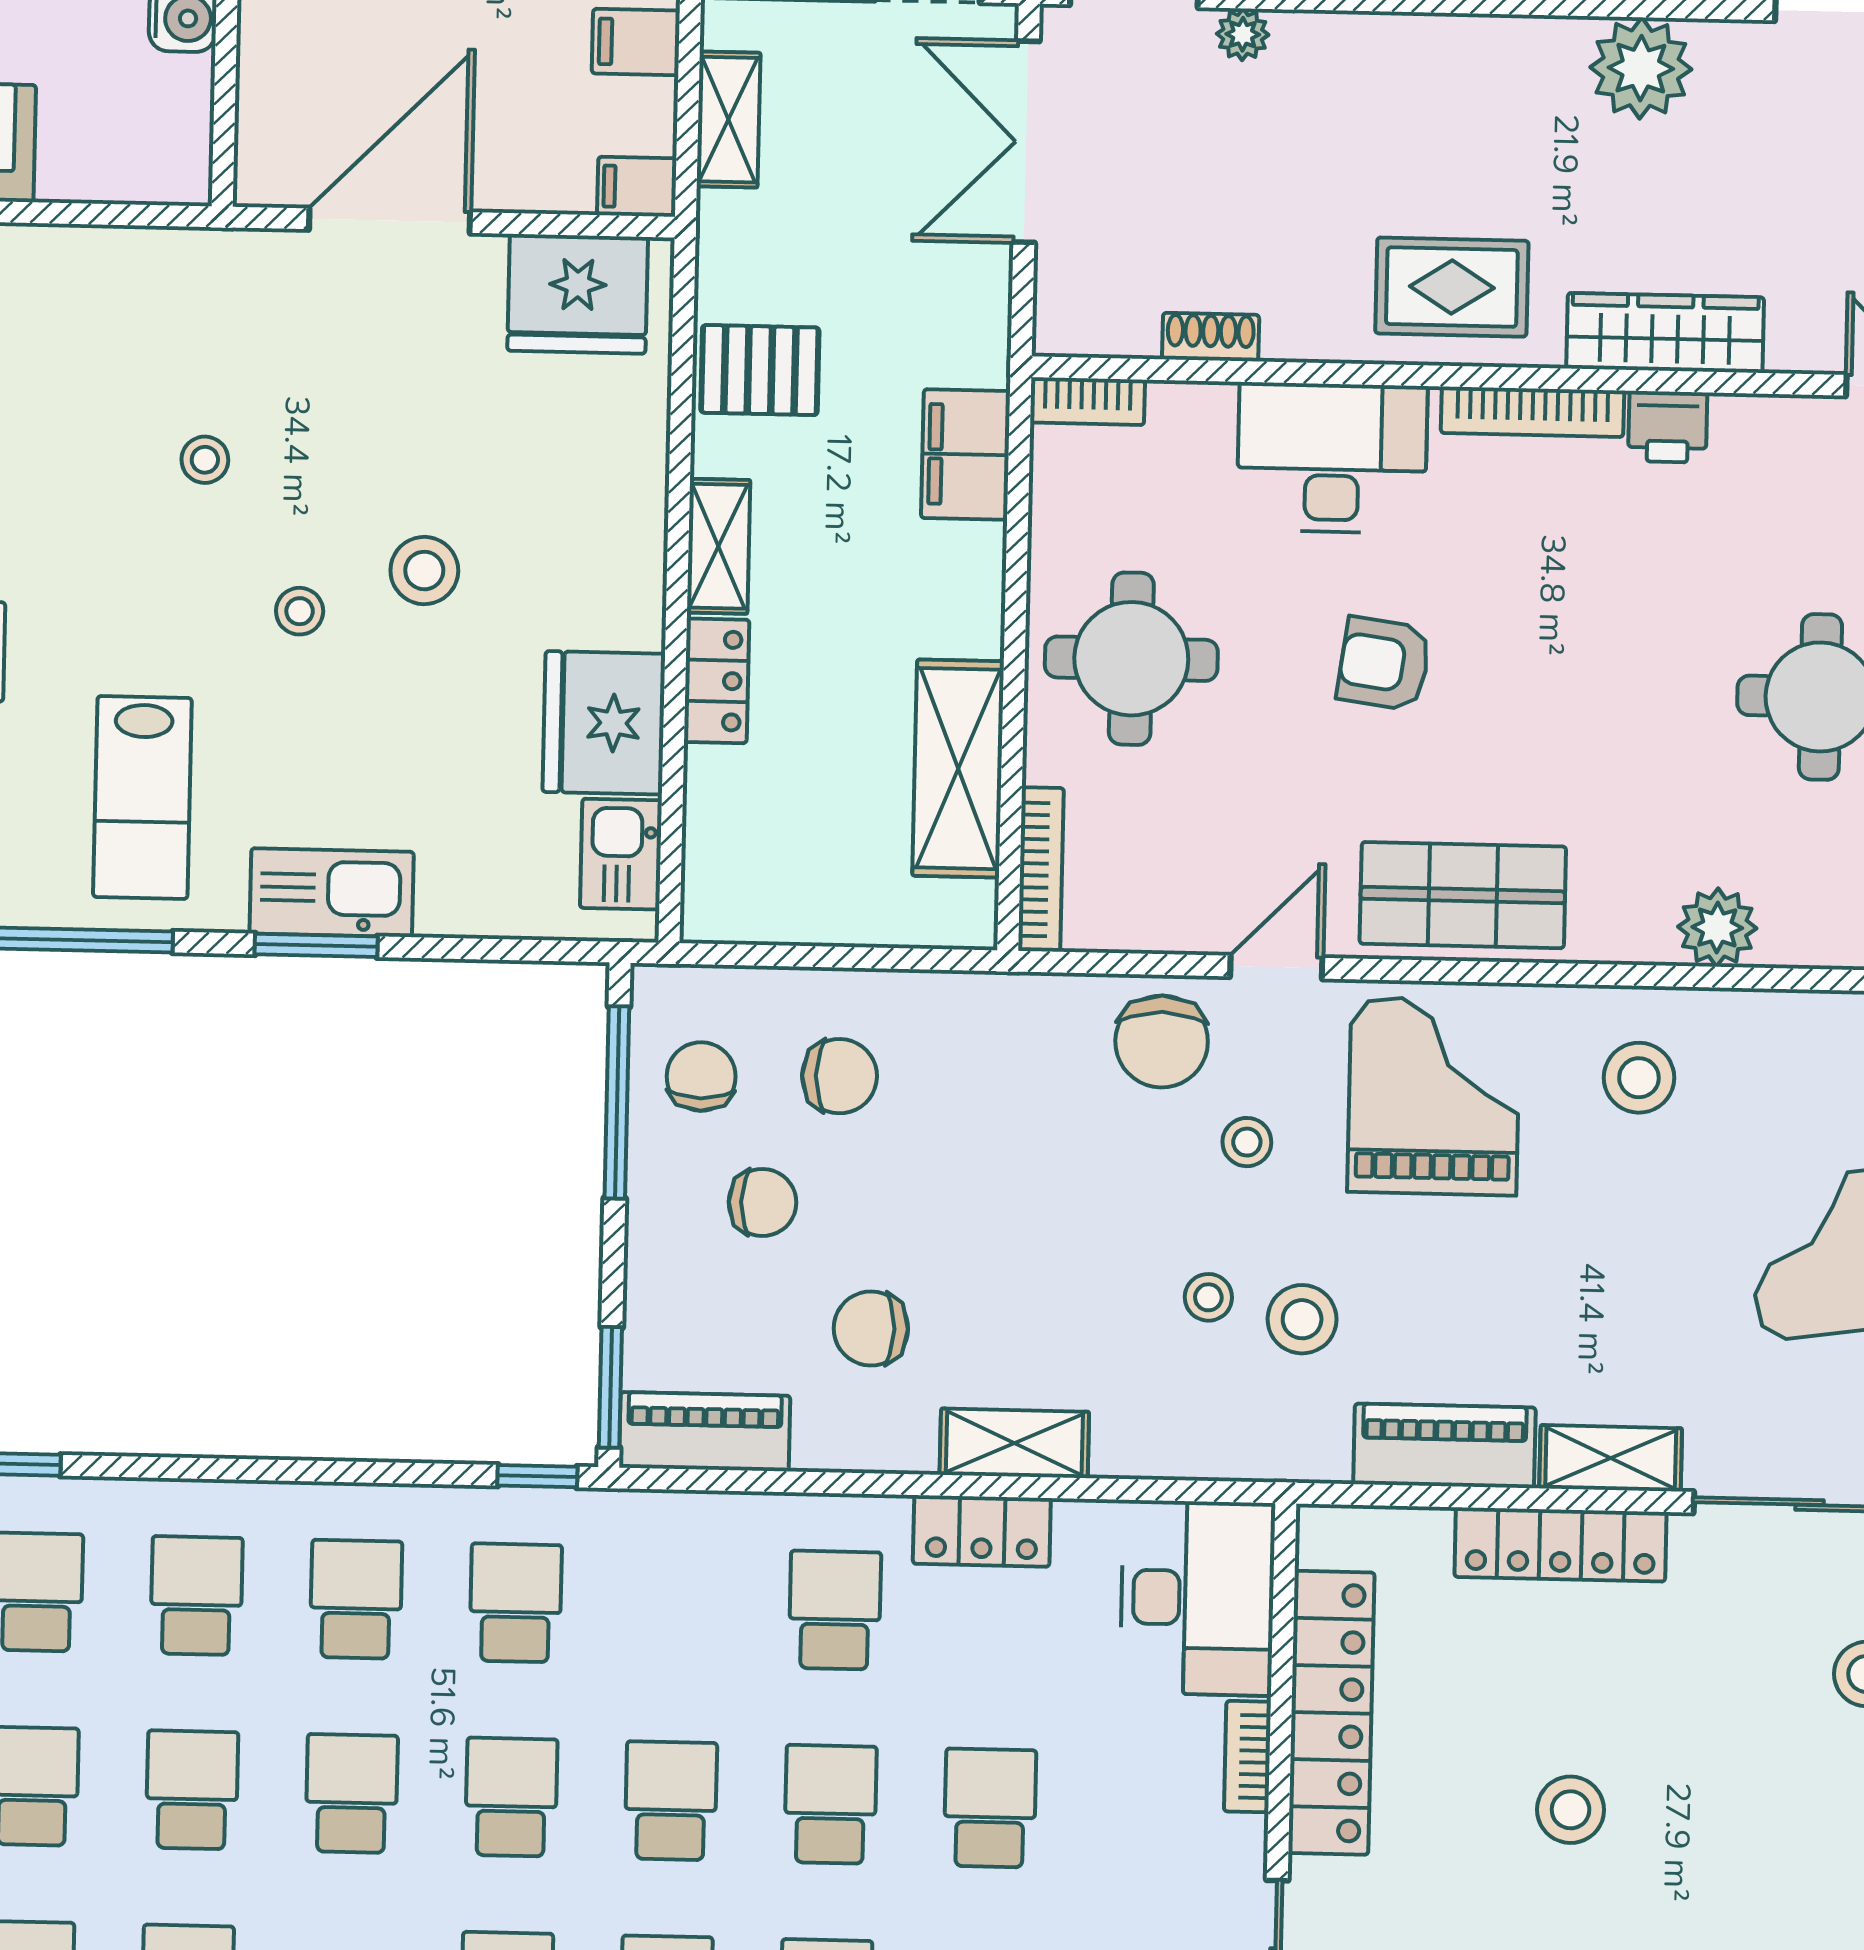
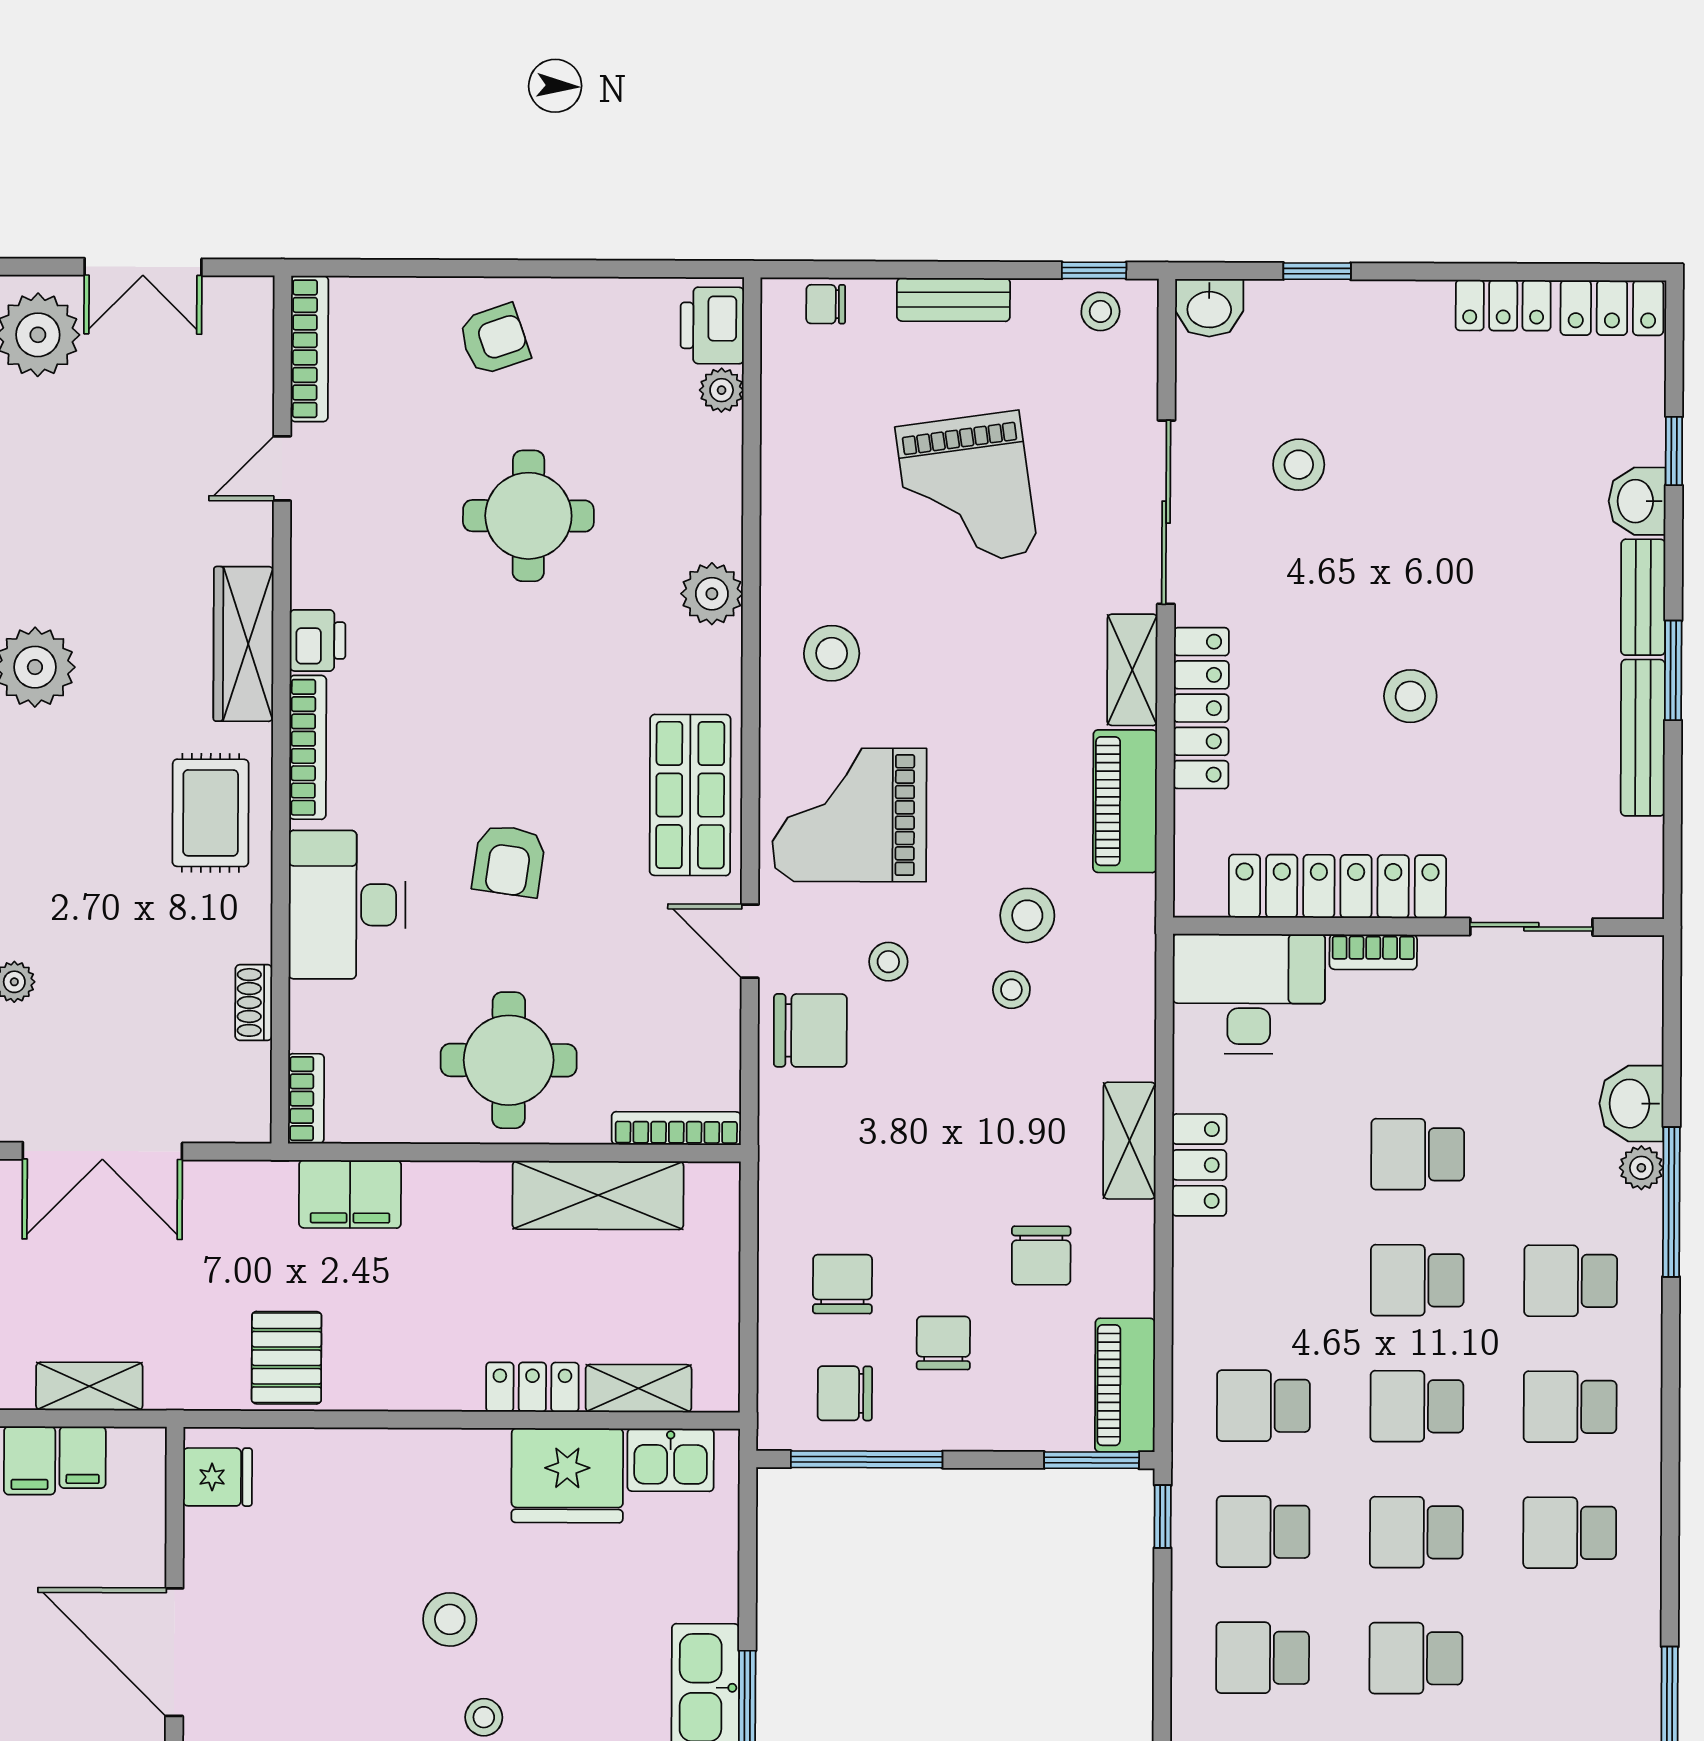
filing cabinet: (637, 187) -> (83, 1457), moved
fridge: (578, 294) -> (218, 1477), width x0.53, depth x0.75
shelving: (719, 546) -> (639, 1388), moved
school desk: (835, 1610) -> (1263, 1406), moved

